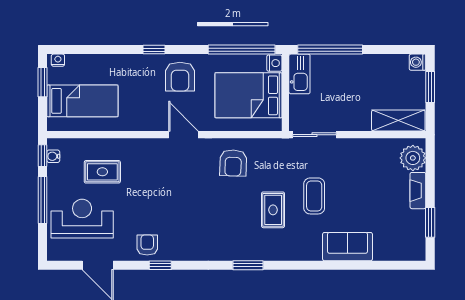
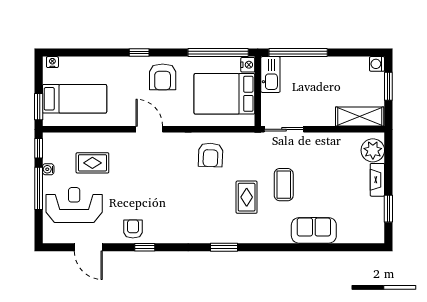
window: (43, 82) -> (39, 107), moved
door: (183, 135) -> (149, 129), moved
water cooler: (53, 156) -> (48, 169), moved

